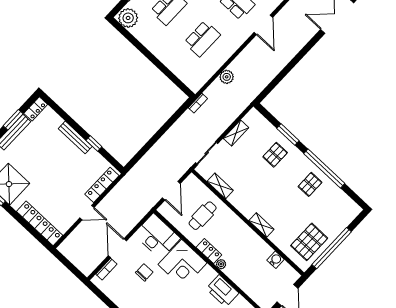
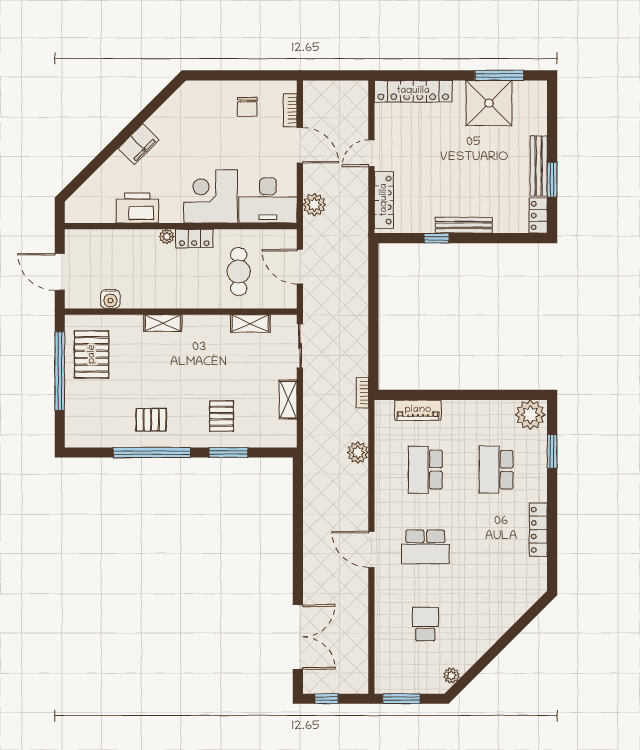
piano: (179, 70) -> (418, 410), added
pallet: (310, 184) -> (151, 420), turned 90
plant: (137, 214) -> (314, 205), added
chair: (144, 272) -> (247, 107), moved

